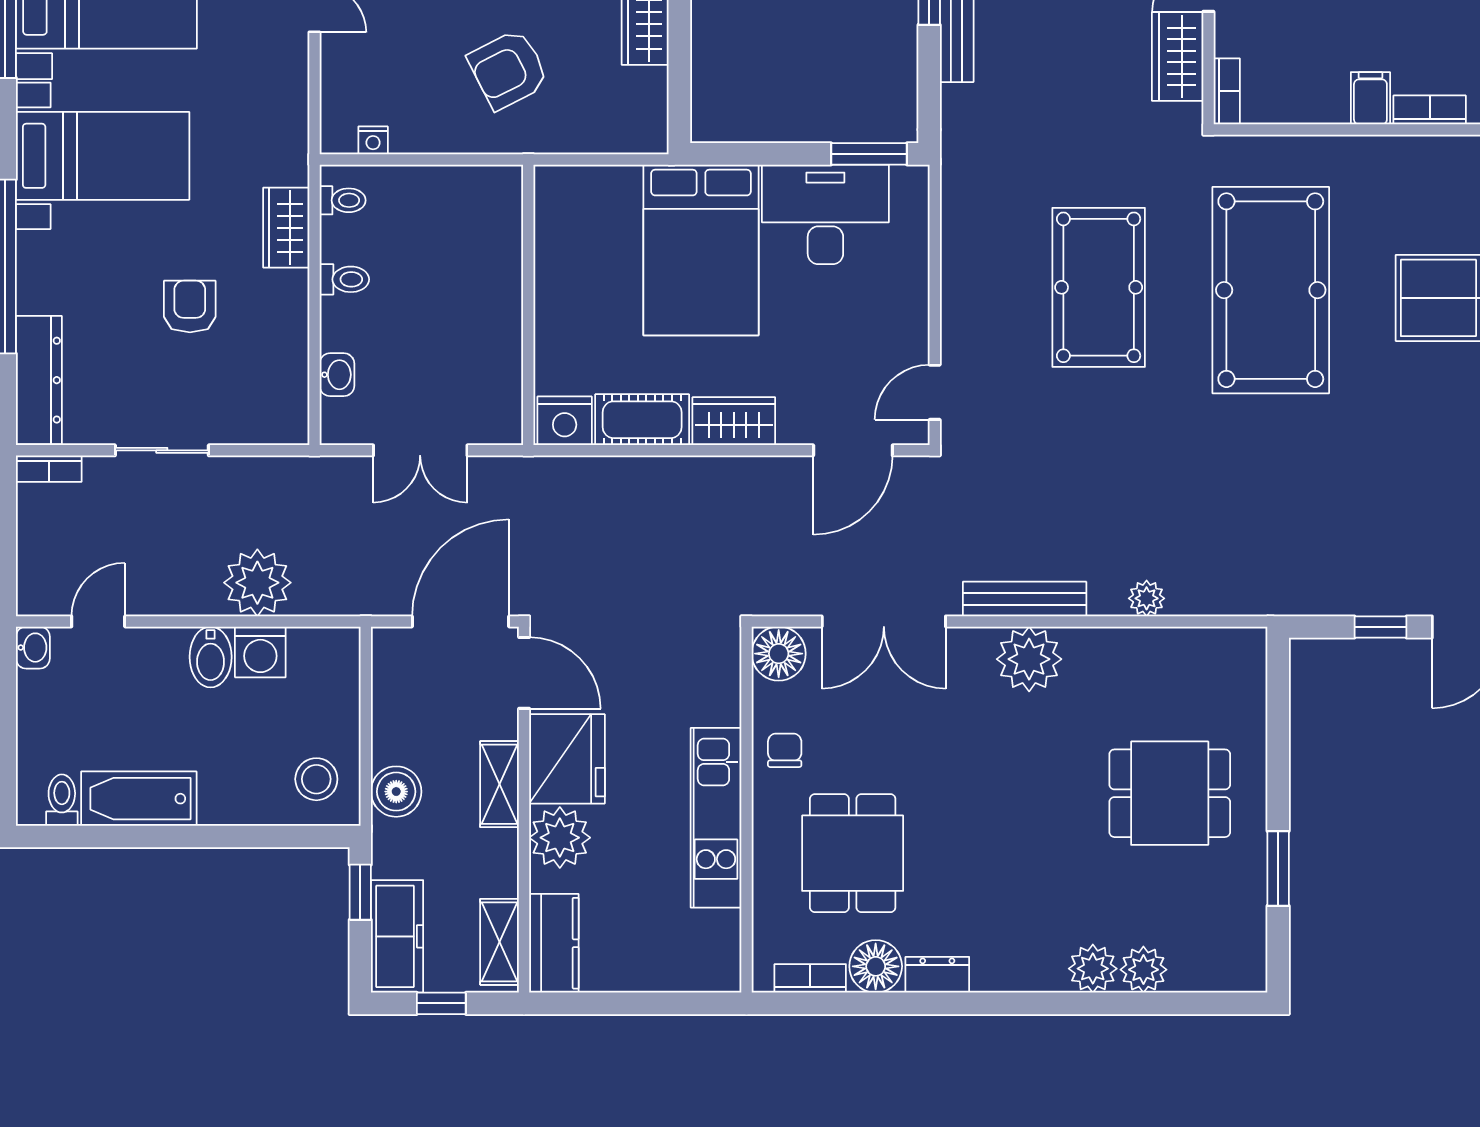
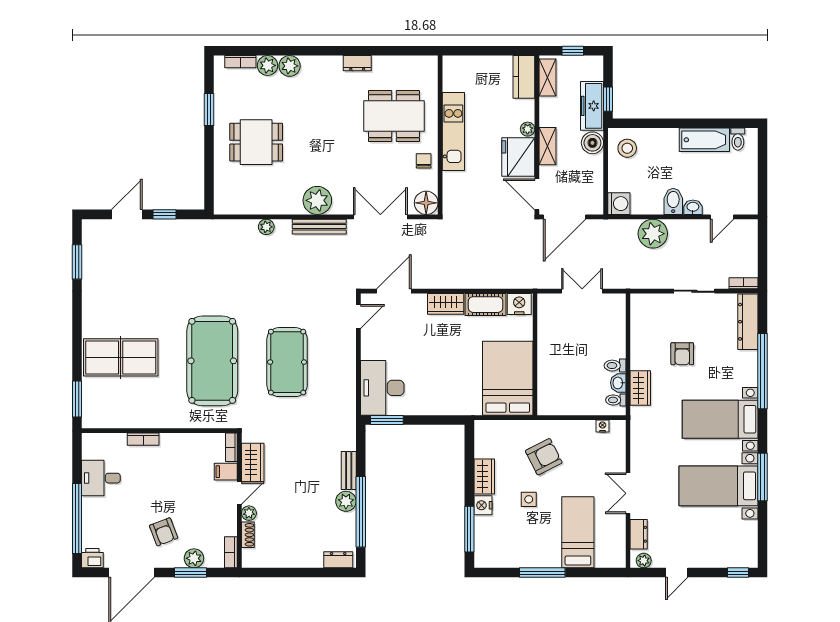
filing cabinet: (1370, 98) -> (226, 472), moved, turned 90
desk: (825, 214) -> (382, 388), moved, turned 90
bed: (701, 250) -> (508, 378), moved
washbasin: (337, 375) -> (618, 383), moved
washbasin: (33, 648) -> (693, 207), moved, turned 90
washing machine: (260, 652) -> (619, 204), moved, turned 90
chair: (785, 750) -> (424, 161), turned 180
plant: (560, 838) -> (528, 129), width x0.53, depth x0.53
dining table: (853, 853) -> (394, 116), width x1.38
freezer: (397, 936) -> (592, 106), moved
floor lamp: (876, 966) -> (384, 67), removed
bookcase: (810, 978) -> (240, 62), moved

